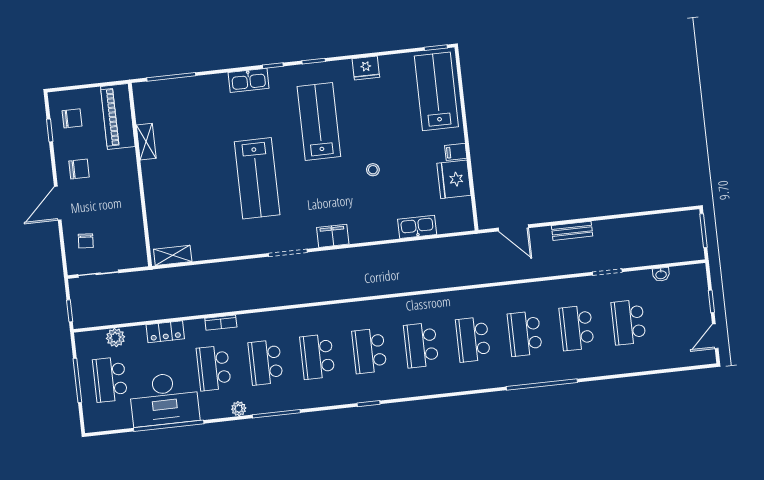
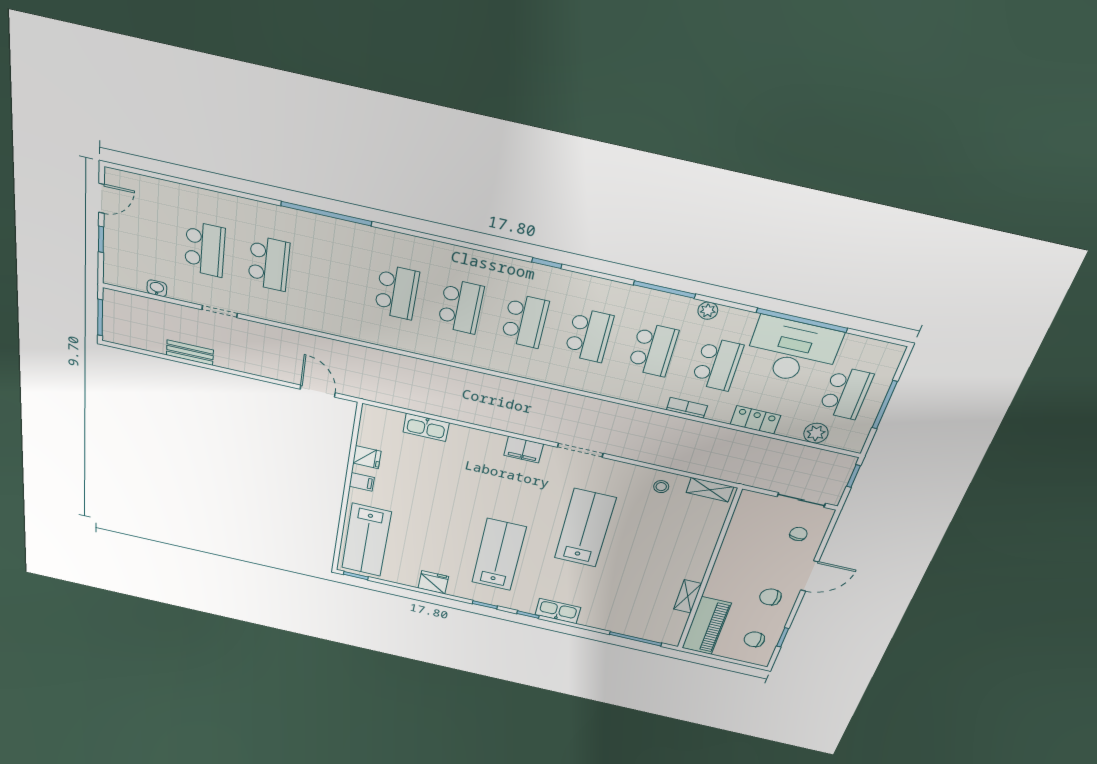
lab bench: (319, 121) -> (499, 555), turned 180
stool: (373, 170) -> (661, 487), moved
fridge: (454, 179) -> (367, 457), width x0.53, depth x0.75
bench: (572, 231) -> (190, 353), moved
school desk: (525, 334) -> (333, 278), removed

